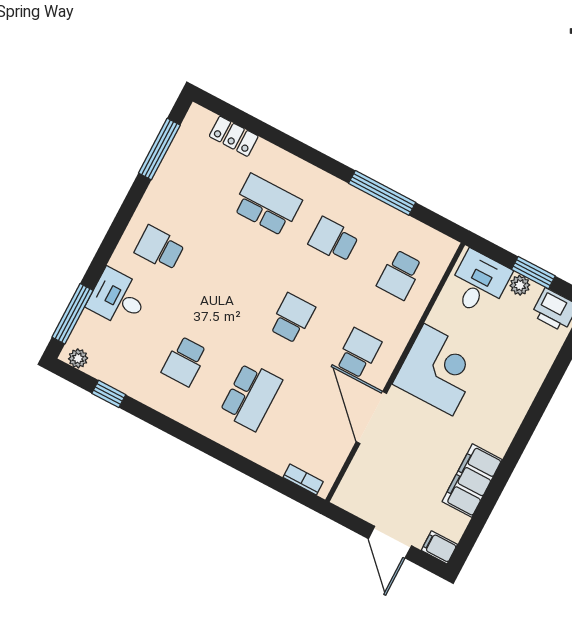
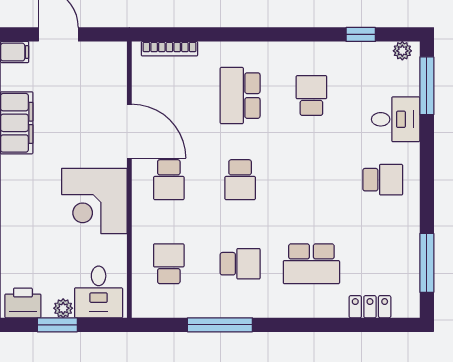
bookcase: (303, 480) -> (169, 49), width x1.56

